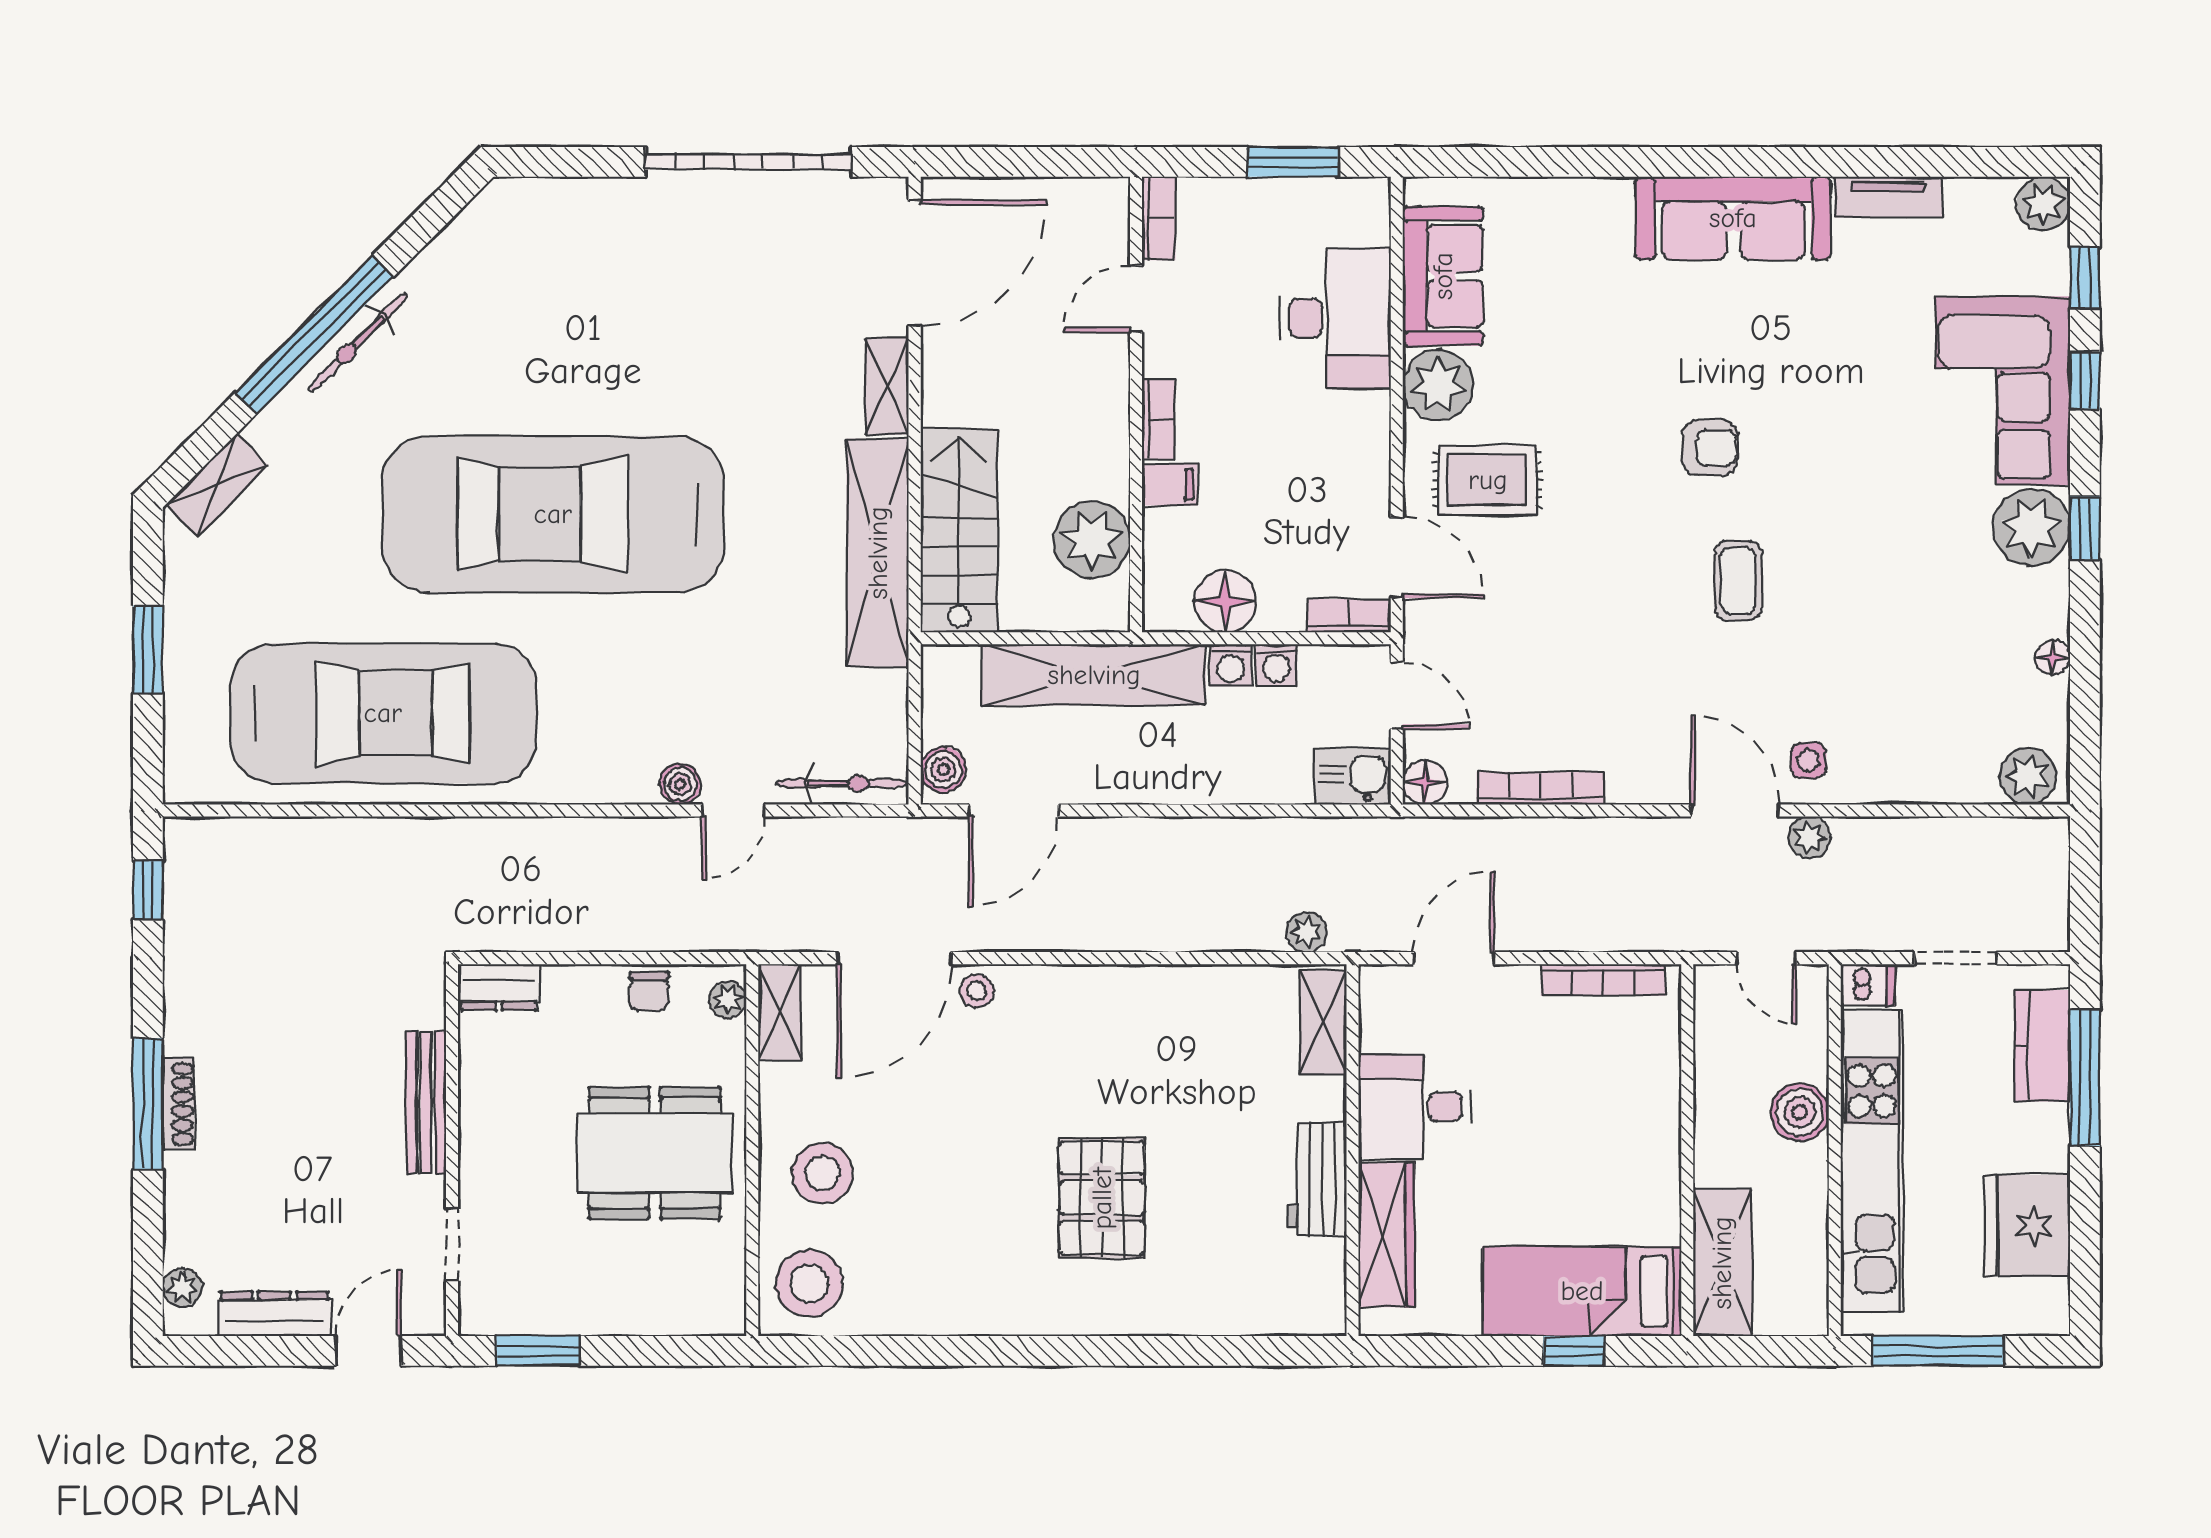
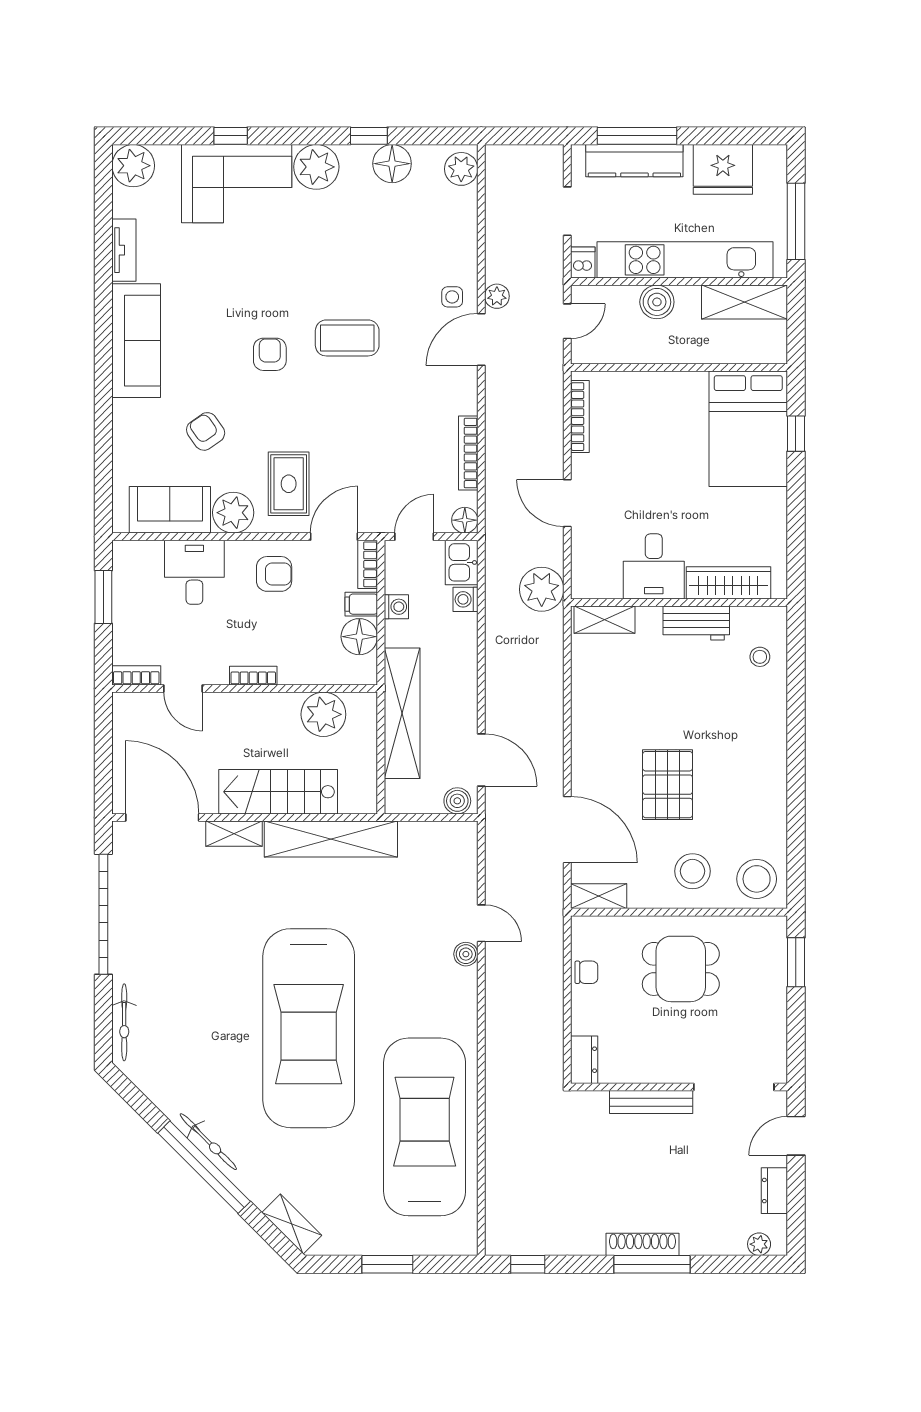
plant: (2043, 203) -> (133, 166), width x1.36, depth x1.36
window: (2085, 278) -> (171, 136), removed
desk: (1336, 318) -> (194, 572), width x0.73
armchair: (1577, 337) -> (206, 431), added
armchair: (1333, 455) -> (274, 574), added
filing cabinet: (1170, 485) -> (361, 604), moved, turned -90
window: (2085, 528) -> (369, 136), moved
stairs: (959, 531) -> (278, 792), moved
coffee table: (1738, 580) -> (347, 338), width x1.36, depth x1.30
floor lamp: (2053, 658) -> (392, 164), width x1.89, depth x1.89
washing machine: (1231, 665) -> (465, 599), moved, turned 180
bicycle: (842, 784) -> (124, 1022), moved, turned 180
plant: (1306, 932) -> (542, 589), width x1.87, depth x1.87
stool: (977, 991) -> (760, 657), moved
plant: (728, 1000) -> (591, 926), removed
shelving: (1323, 1022) -> (605, 620), moved
kitchen counter: (2042, 1046) -> (634, 161), width x1.50
shoe rack: (178, 1104) -> (643, 1244), width x1.36, depth x1.24
desk: (1415, 1107) -> (654, 566), moved
wall: (1353, 1150) -> (679, 603), moved
dining table: (655, 1153) -> (681, 969), width x0.73
workbench: (1317, 1180) -> (696, 623), moved
pallet: (1102, 1198) -> (668, 785), moved, turned 90
wardrobe: (1386, 1235) -> (728, 583), moved
doorway: (452, 1244) -> (734, 1087), width x1.87
shelving: (1722, 1263) -> (745, 302), moved
bed: (1582, 1291) -> (748, 429), width x1.50
dresser: (274, 1314) -> (774, 1191), width x0.70
door: (368, 1351) -> (796, 1136), hinge flipped
window: (538, 1351) -> (796, 962), moved

